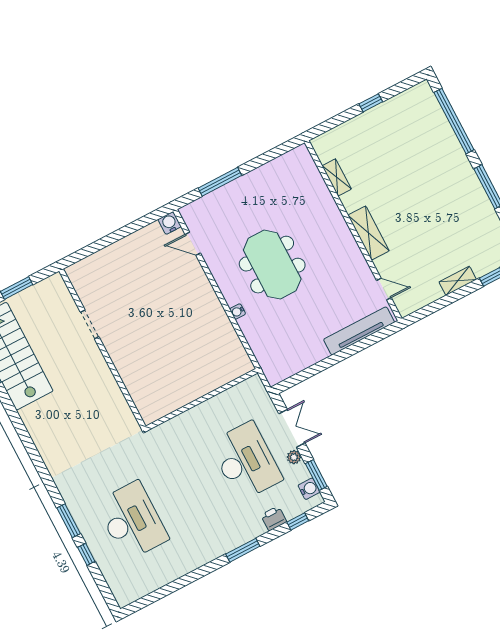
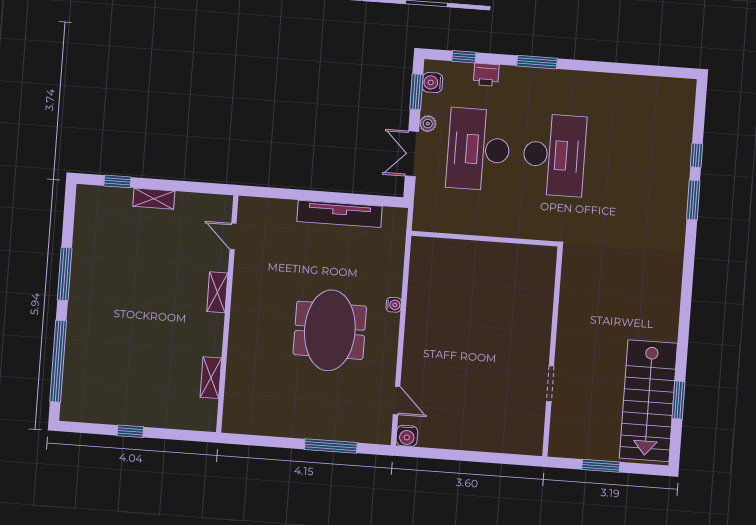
shelving: (369, 233) -> (217, 292), width x0.67, depth x0.75
tv unit: (359, 331) -> (340, 214), moved
desk: (132, 521) -> (554, 155), moved, turned 180

